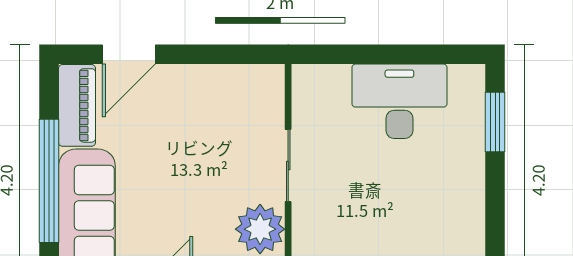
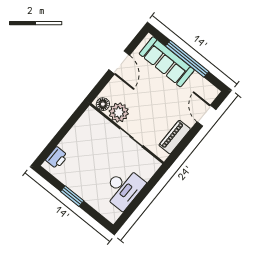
piano: (77, 105) -> (175, 137), moved, turned 90
window: (495, 122) -> (72, 196), moved

